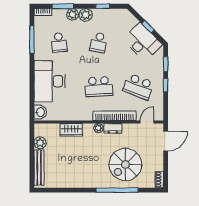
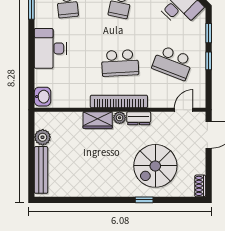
desk: (50, 81) -> (50, 48), width x0.73, depth x0.77
bookcase: (114, 116) -> (119, 102), moved
wardrobe: (71, 130) -> (98, 120), moved
window: (117, 190) -> (144, 200), width x0.32

